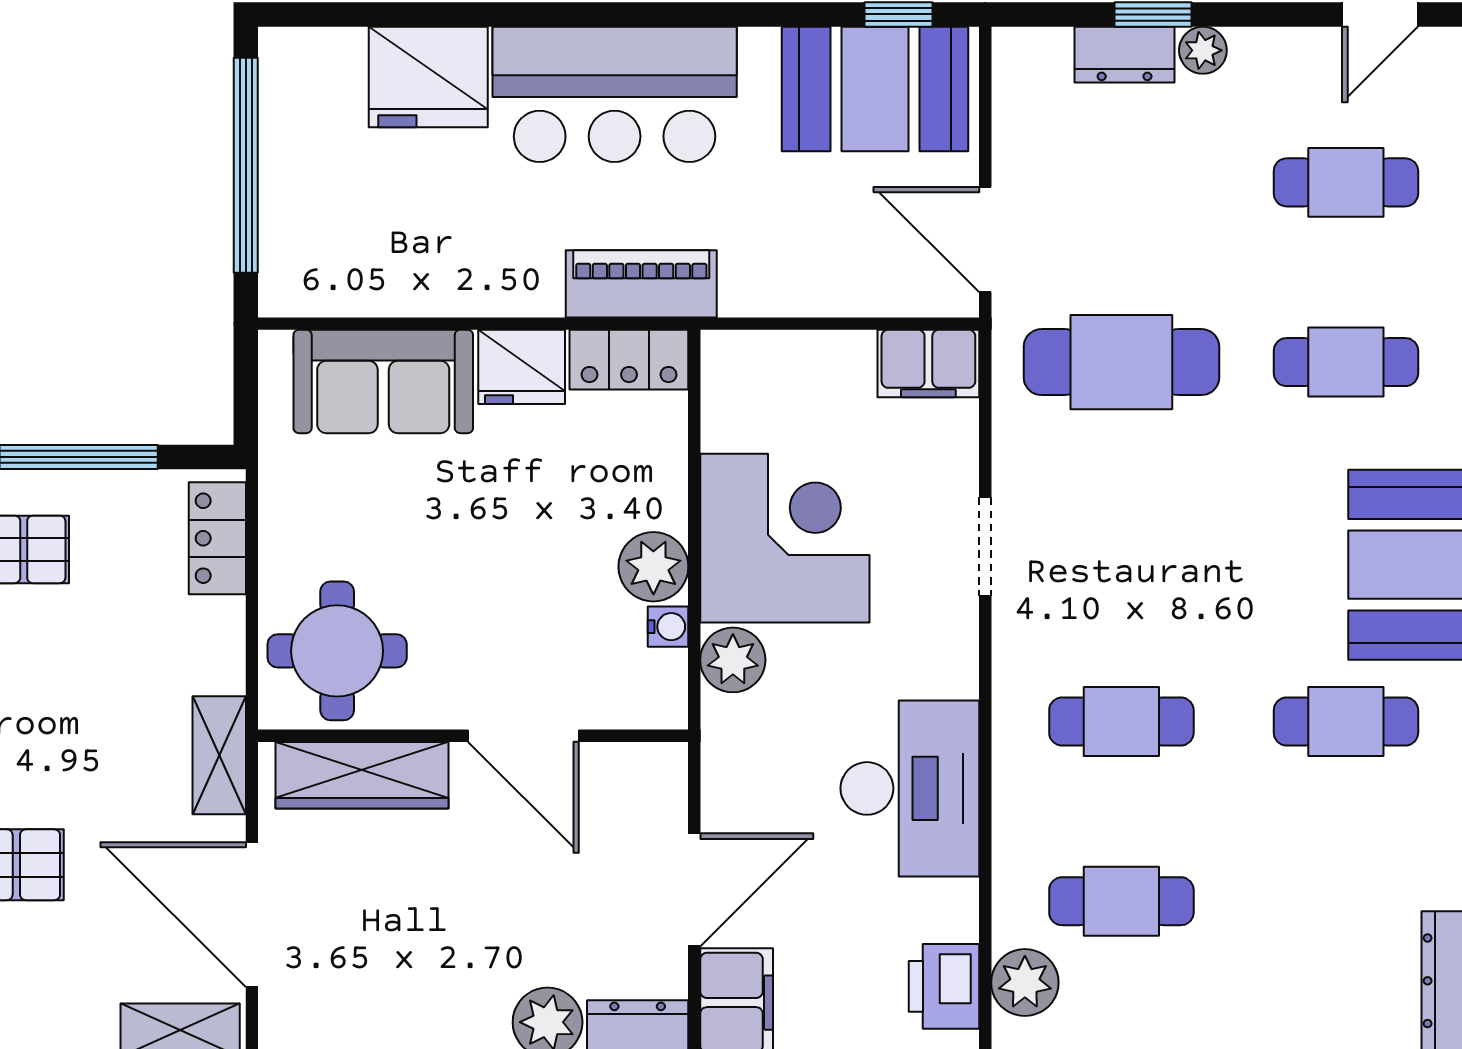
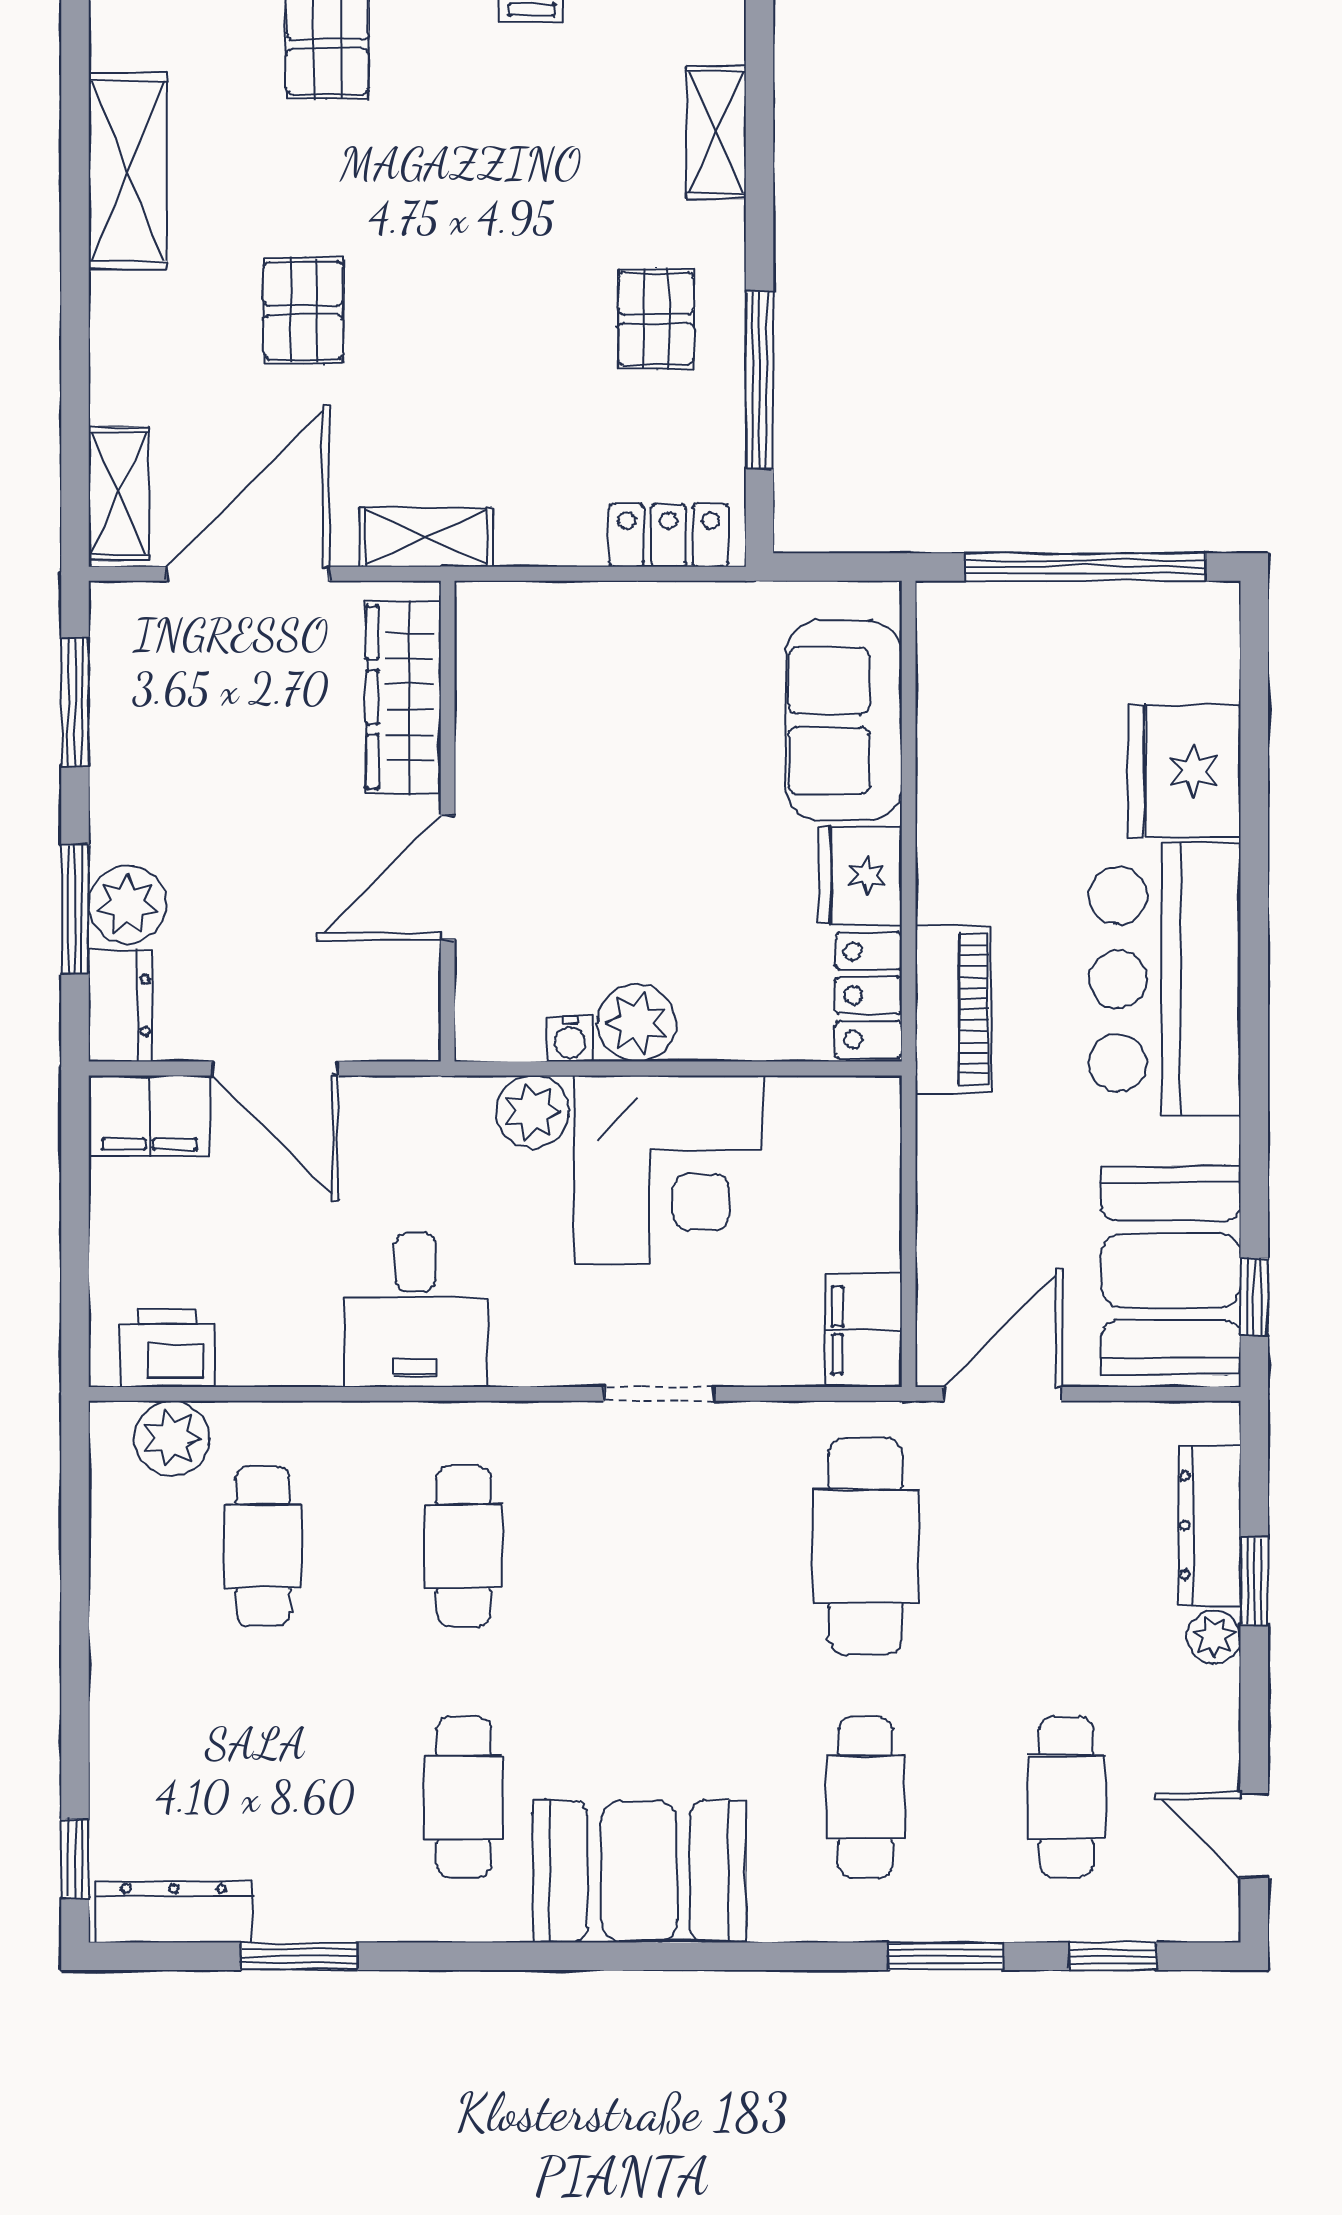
dresser: (1125, 55) -> (1209, 1525), width x1.44
round table: (337, 651) -> (543, 669), removed
desk: (910, 788) -> (416, 1310), width x0.73

